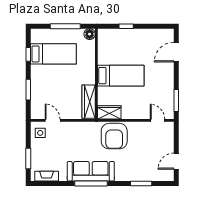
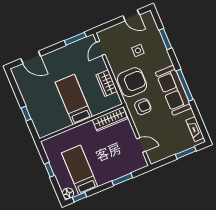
window: (65, 26) -> (49, 170), width x0.46
floor lamp: (90, 34) -> (68, 193), moved
window: (28, 54) -> (80, 197), moved
wardrobe: (109, 112) -> (107, 83), moved
door: (53, 120) -> (141, 145), swing flipped
side table: (40, 133) -> (138, 51), moved
armchair: (87, 137) -> (143, 107), added

